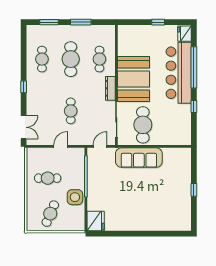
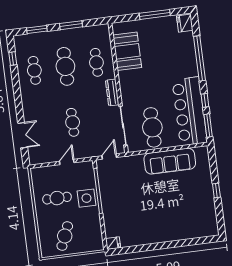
window: (158, 22) -> (155, 14), width x2.17
bar counter: (179, 73) -> (190, 111), moved
booth: (133, 79) -> (127, 51), moved, width x0.73, depth x0.70
window: (24, 87) -> (13, 59), moved
double door: (24, 127) -> (23, 135), moved
window: (194, 130) -> (208, 126), added
sofa: (139, 158) -> (170, 161), moved
side table: (75, 197) -> (86, 198), moved
fridge: (96, 221) -> (113, 243), width x0.53, depth x0.75

